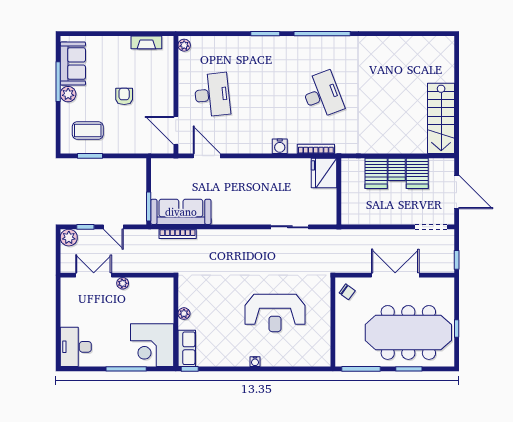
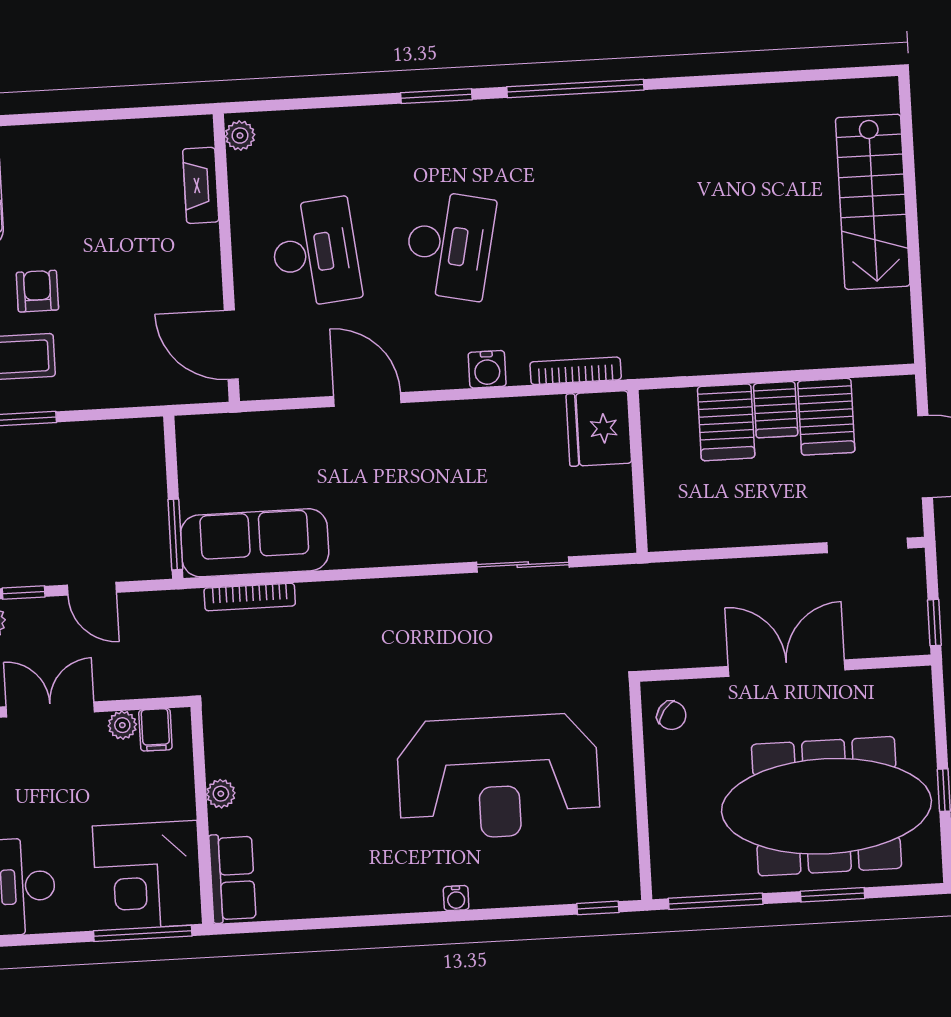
fireplace: (146, 42) -> (201, 185), moved, turned 90
desk: (322, 95) -> (449, 245), moved, turned 33
armchair: (124, 96) -> (37, 291), moved
stairs: (441, 118) -> (873, 202), moved
door: (207, 156) -> (367, 400), moved
filing cabinet: (136, 286) -> (155, 730), added
reception desk: (275, 313) -> (498, 777), width x1.36, depth x1.30
plant: (184, 314) -> (221, 794), moved
wall: (176, 322) -> (202, 815), moved
corner desk: (152, 345) -> (147, 875), moved
row of seats: (187, 348) -> (232, 878), moved
window: (190, 369) -> (598, 908), moved

